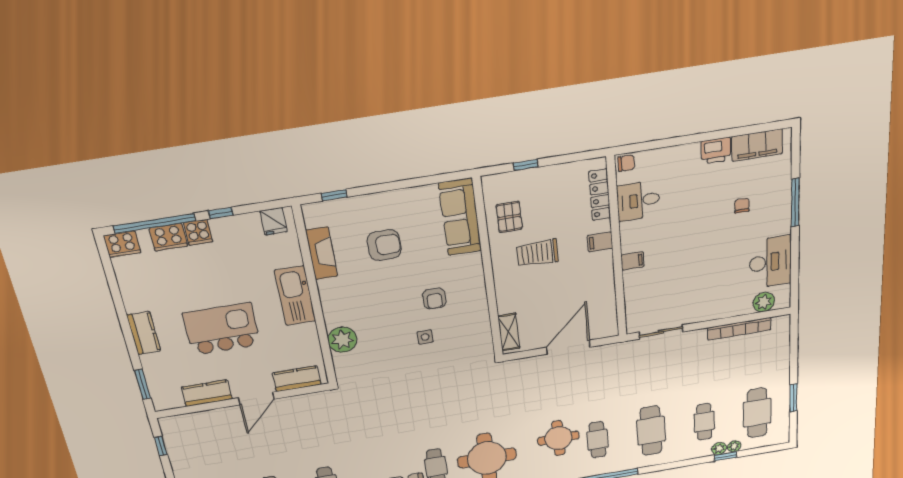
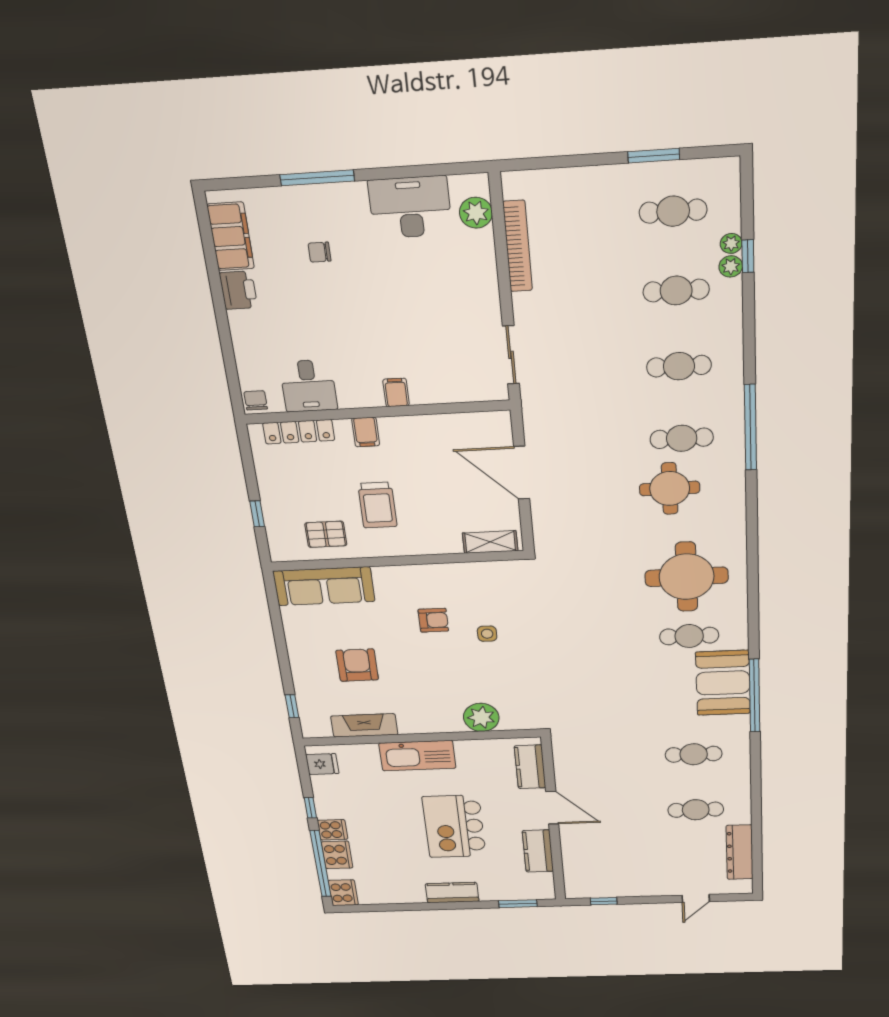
cafe table: (757, 413) -> (673, 211), width x0.73, depth x0.74
cafe table: (651, 431) -> (679, 366), width x0.73, depth x0.74

